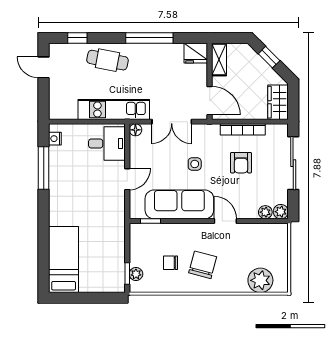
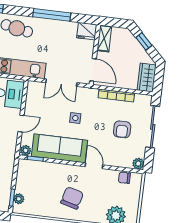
floor lamp: (135, 130) -> (32, 86), removed
armchair: (241, 163) -> (122, 129), moved
plant: (265, 212) -> (26, 150), moved
chair: (171, 263) -> (124, 178), moved

